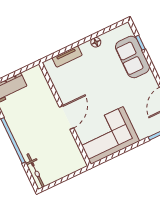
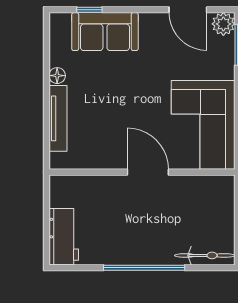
tv unit: (67, 56) -> (58, 118), width x1.41

